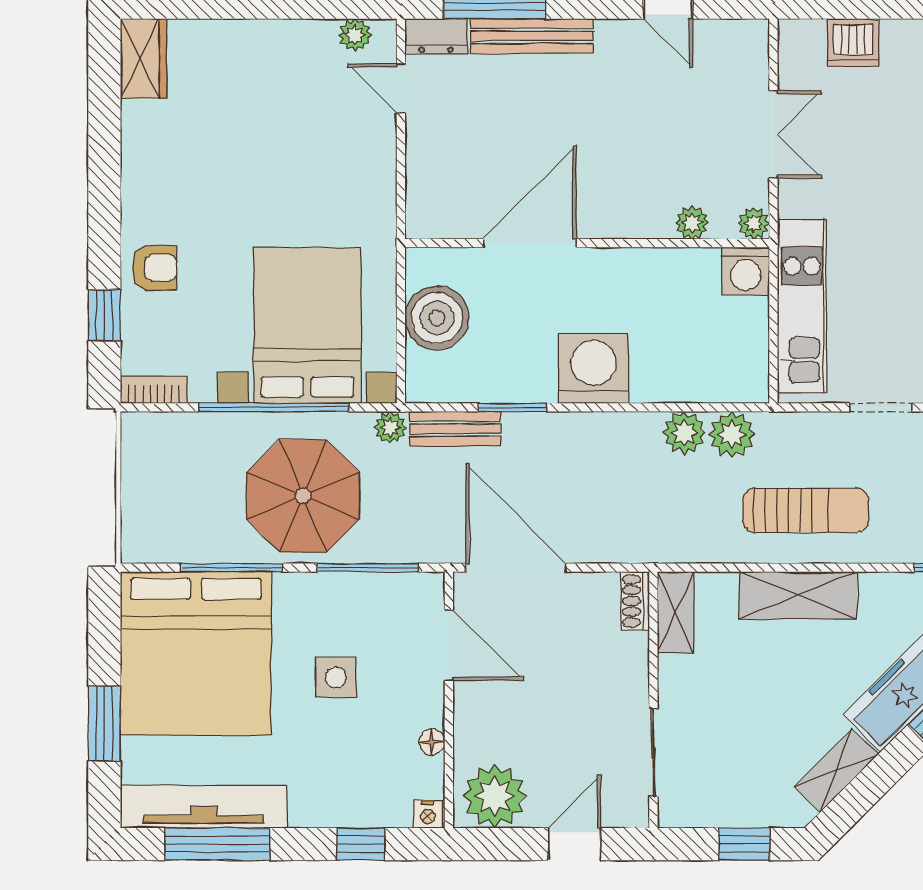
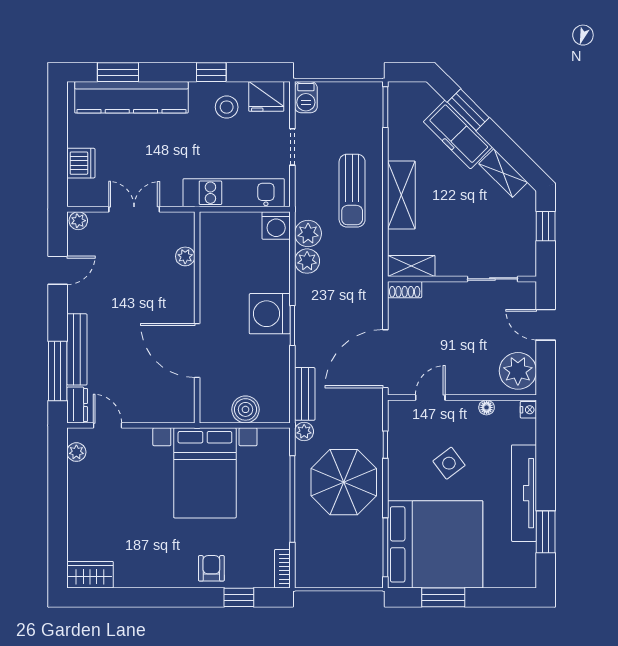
door: (401, 88) -> (107, 425), swing flipped
plant: (754, 223) -> (78, 221), moved
washing machine: (745, 271) -> (276, 226), moved, turned 90
boiler: (437, 318) -> (245, 409), width x0.73, depth x0.73
bed with nightstands: (307, 325) -> (205, 473), moved, turned -90
window: (513, 407) -> (292, 325), moved
sun lounger: (806, 510) -> (352, 191), turned 180
window: (232, 568) -> (385, 547), moved
window: (368, 568) -> (385, 445), width x0.46
door: (449, 645) -> (430, 398), width x0.73
side table: (336, 677) -> (449, 463), turned -37
window: (104, 724) -> (443, 597), moved
tv unit: (204, 807) -> (524, 493), moved
window: (217, 844) -> (546, 532), width x0.69
window: (361, 844) -> (546, 449), removed

